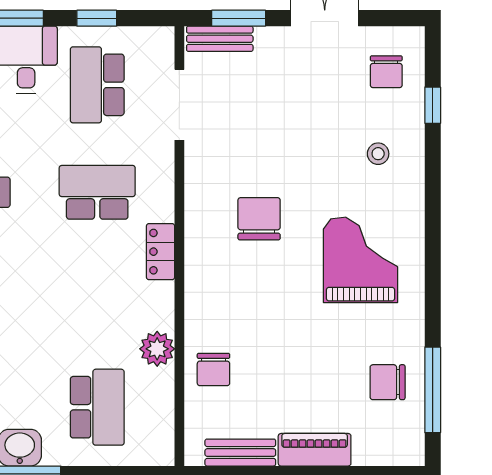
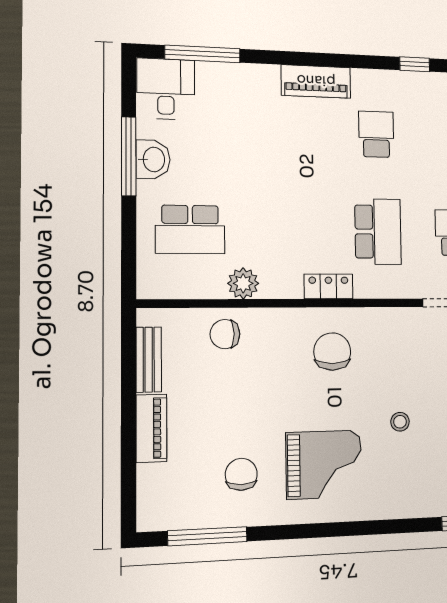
stool: (378, 154) -> (400, 422), moved
chair: (259, 219) -> (332, 352), moved, turned -90
chair: (388, 382) -> (241, 474), moved

